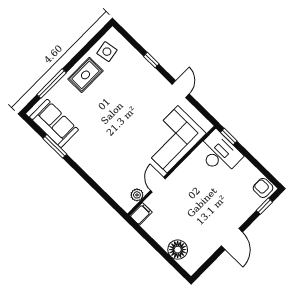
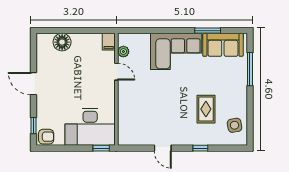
rug: (86, 75) -> (206, 109), moved
corner sofa: (173, 139) -> (176, 51), moved, turned 90
desk: (219, 153) -> (90, 127), width x1.36, depth x1.30

